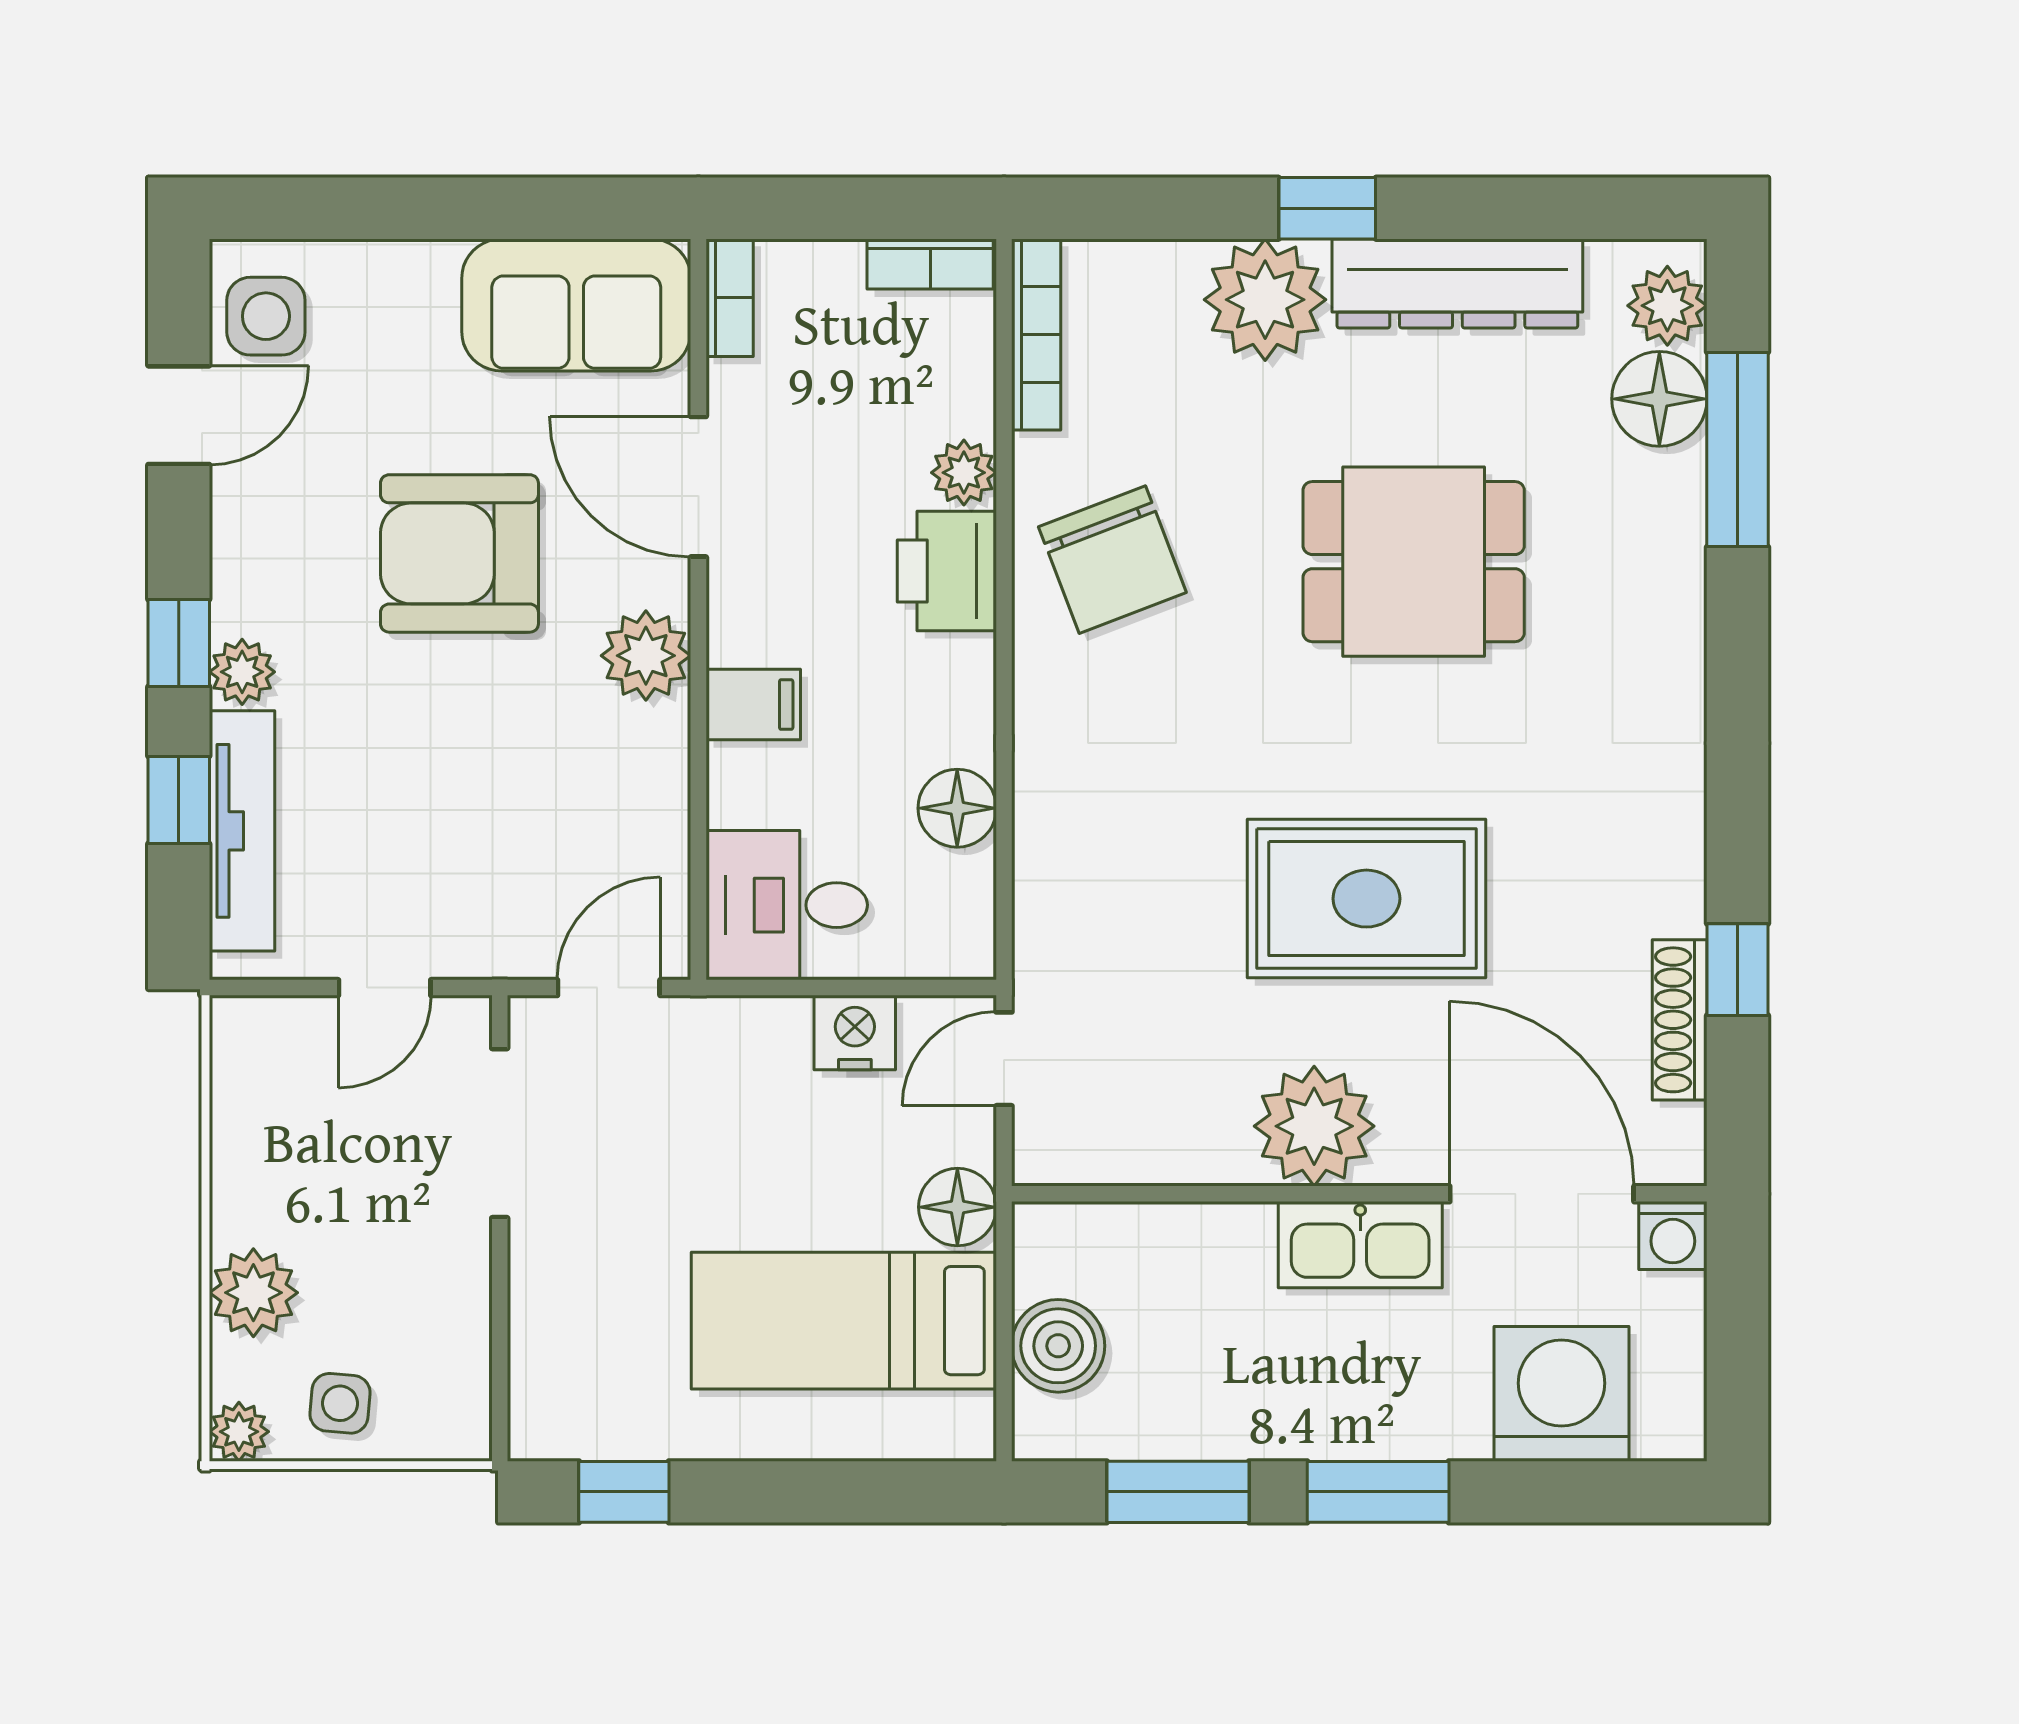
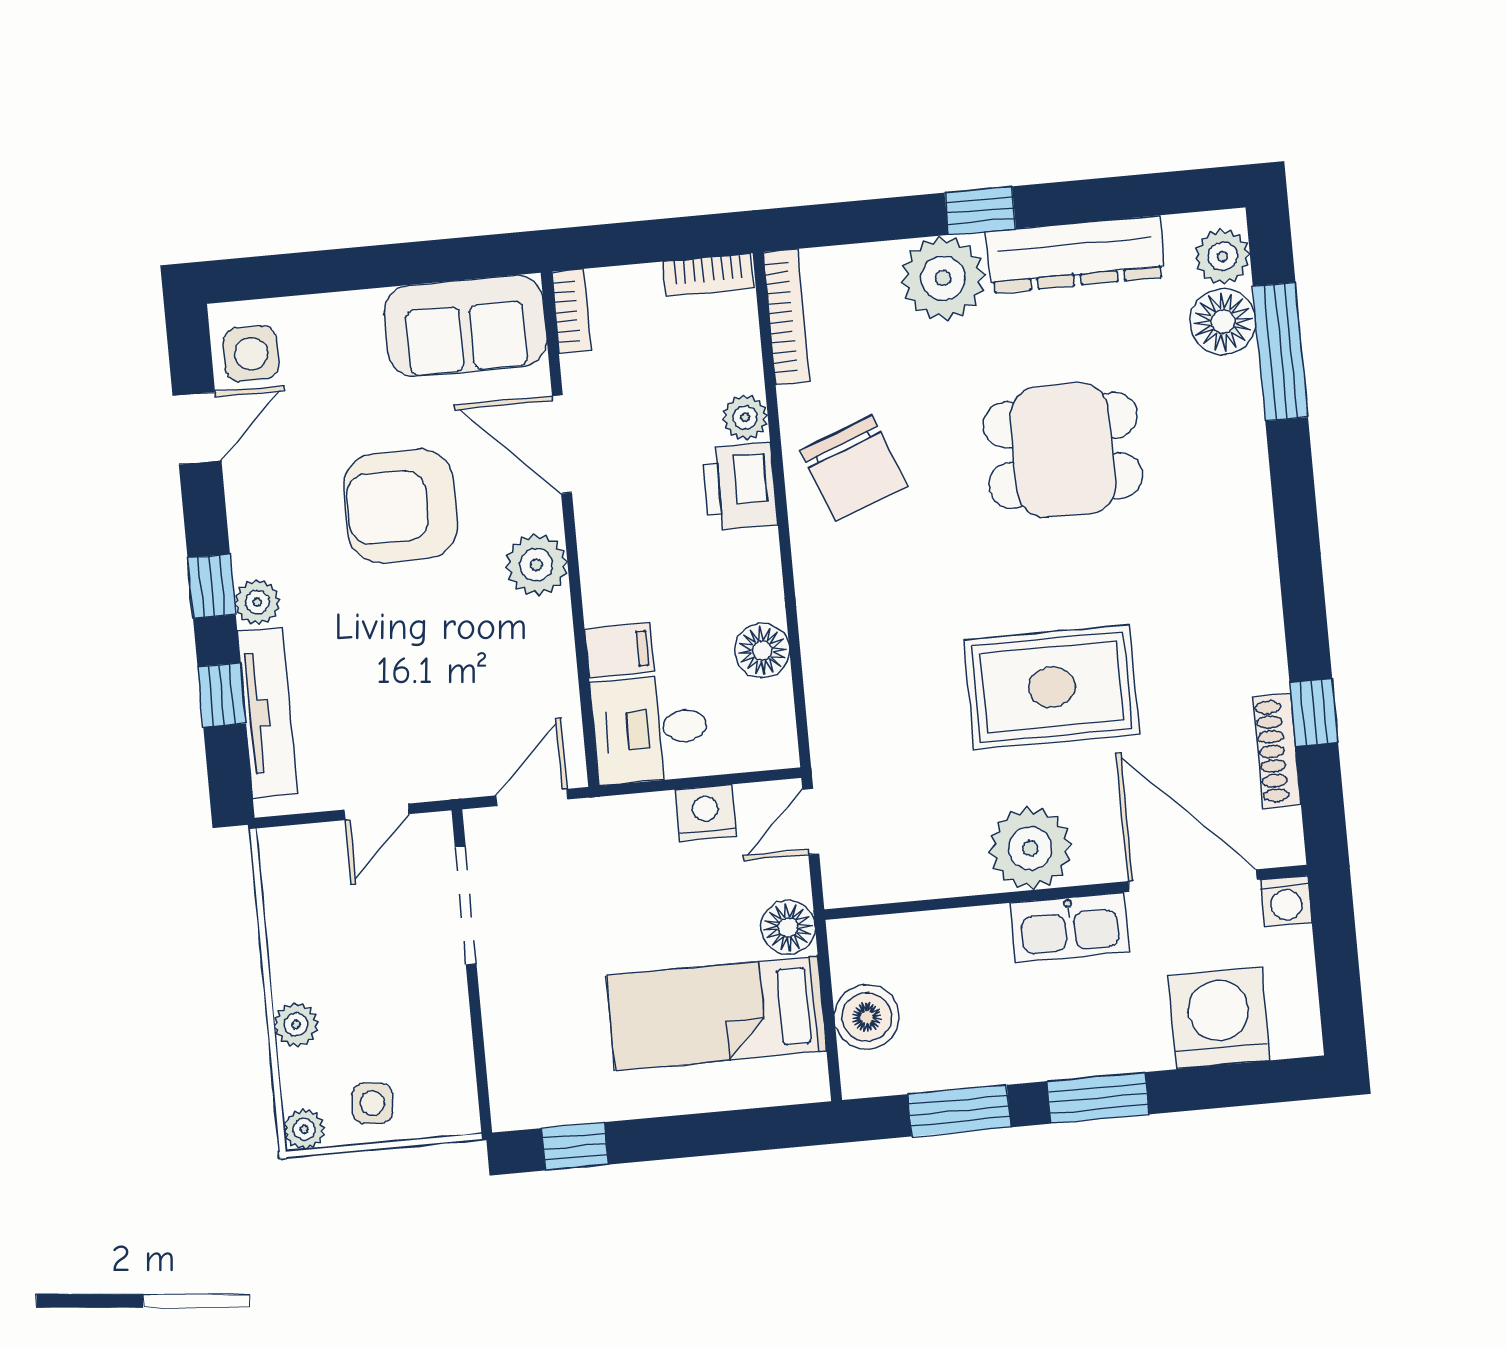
filing cabinet: (753, 705) -> (619, 650), moved
plant: (253, 1293) -> (296, 1024), width x0.73, depth x0.73

